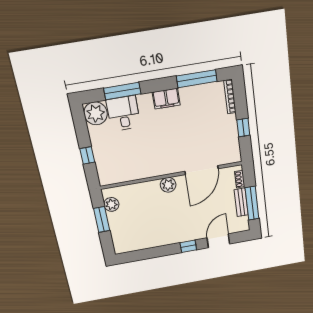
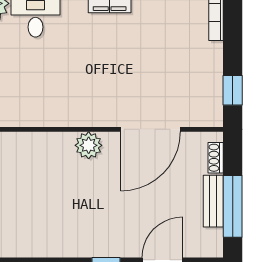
window: (243, 128) -> (233, 90), moved

